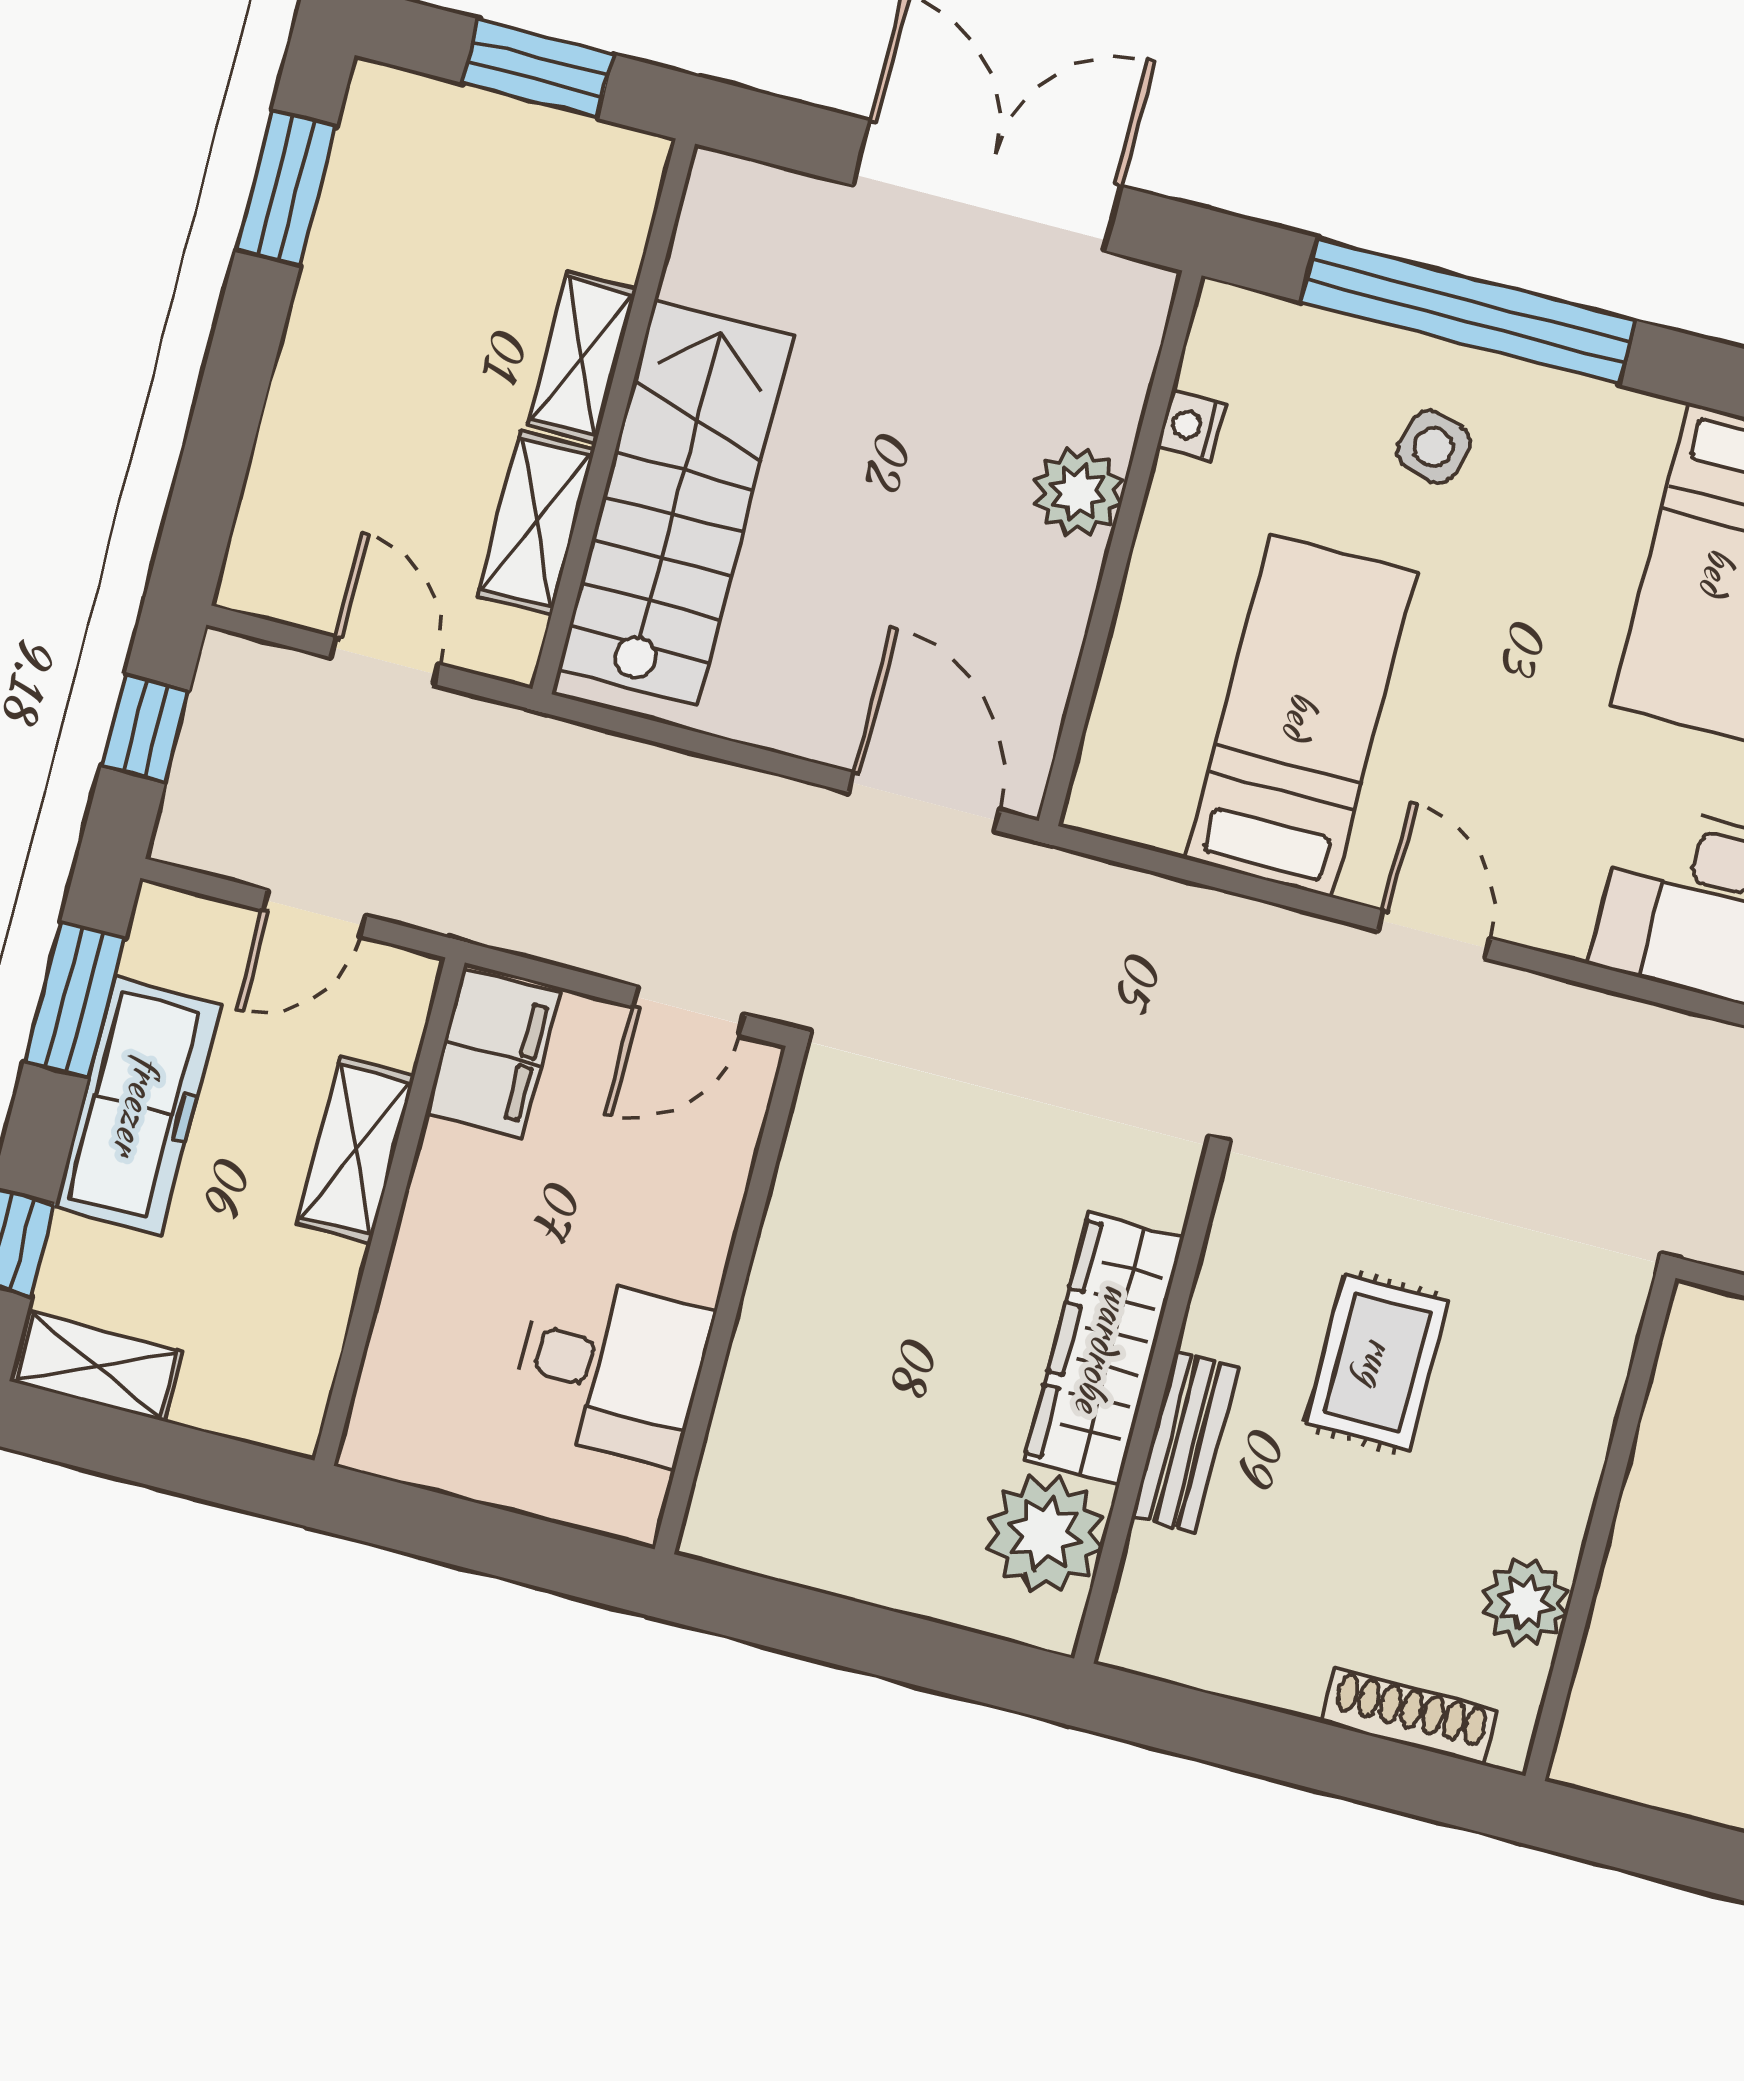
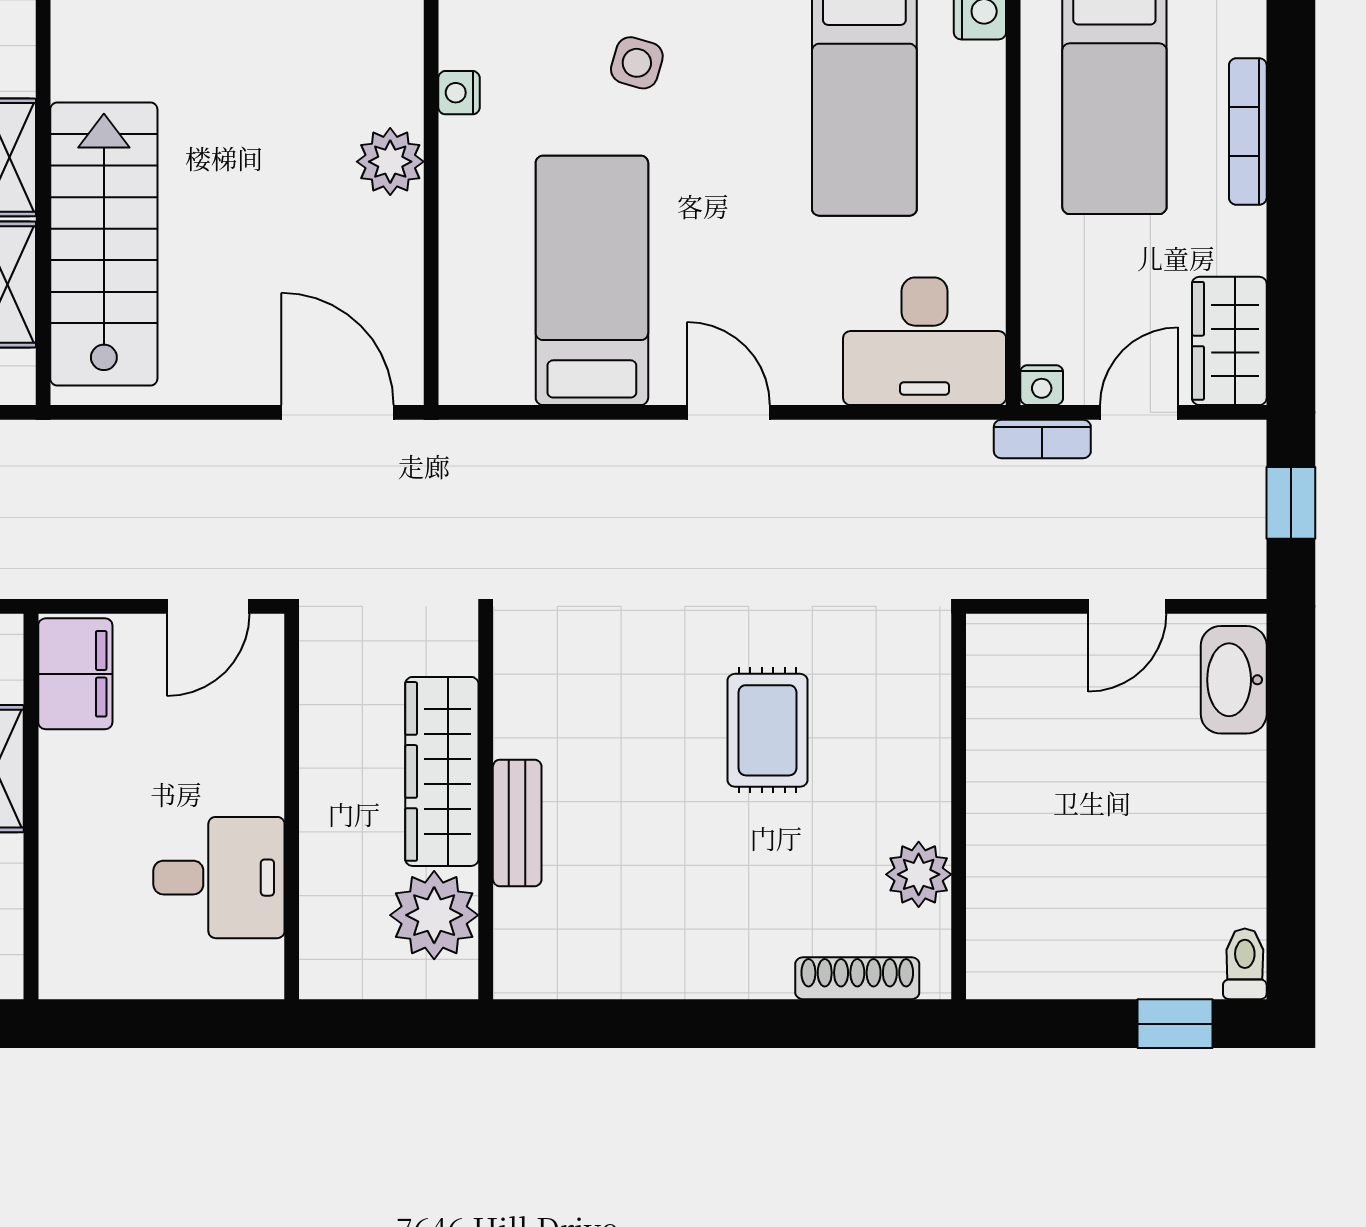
wardrobe: (1104, 1349) -> (442, 771), moved
wall: (1149, 1409) -> (486, 806), moved
bench: (1185, 1442) -> (517, 823), moved
plant: (1045, 1534) -> (434, 915), moved

